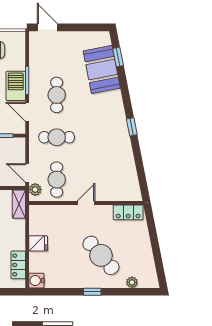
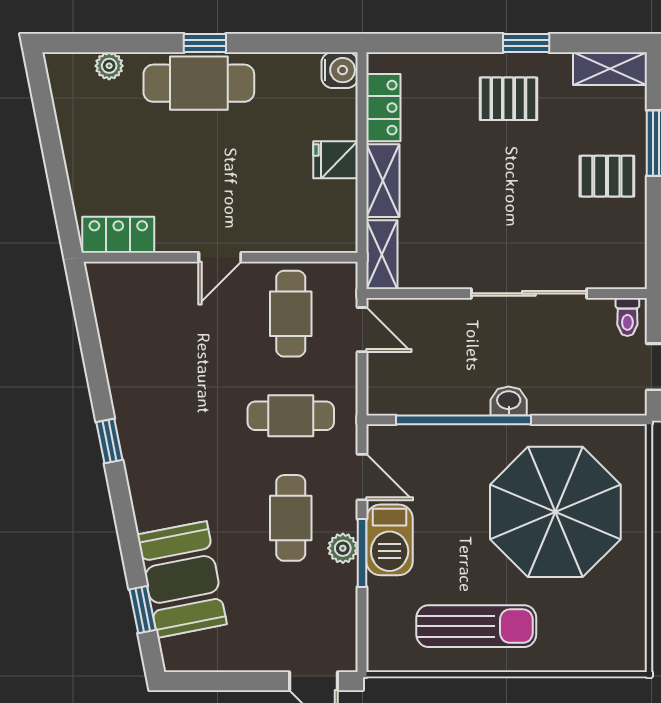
plant: (35, 189) -> (343, 548), moved
shelving: (19, 235) -> (383, 181), added
cafe table: (101, 255) -> (199, 83), moved, turned -49

